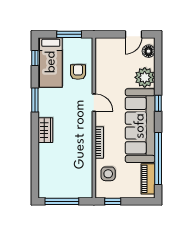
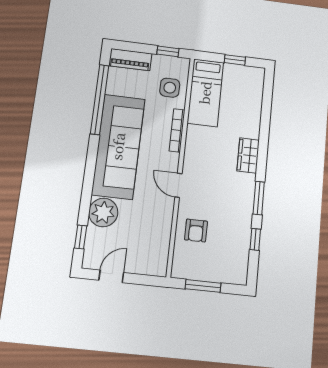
floor lamp: (149, 51) -> (93, 249), removed
window: (35, 58) -> (255, 239), moved
bed: (51, 62) -> (205, 93), moved, turned 180
window: (158, 103) -> (81, 237), moved
piano: (148, 179) -> (130, 60), moved, turned 90
window: (62, 201) -> (235, 60), width x0.46

